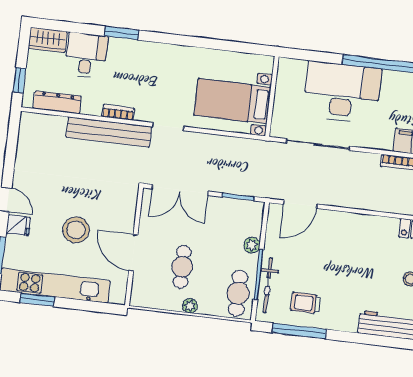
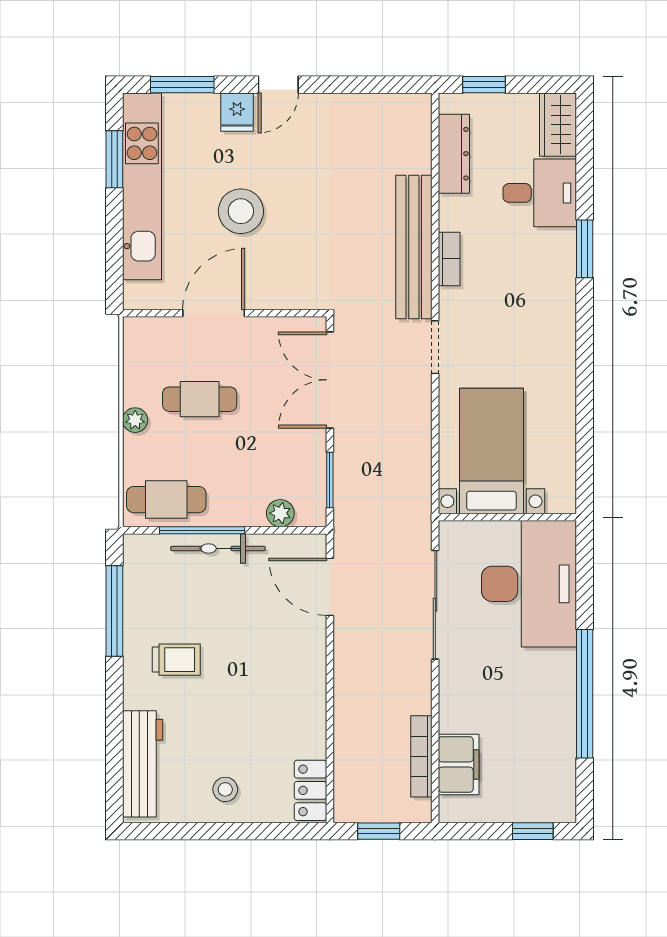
desk: (342, 92) -> (529, 584), moved
plant: (252, 245) -> (280, 513), moved
bicycle: (268, 285) -> (218, 548), moved
trolley: (306, 303) -> (176, 660), moved, turned 90

